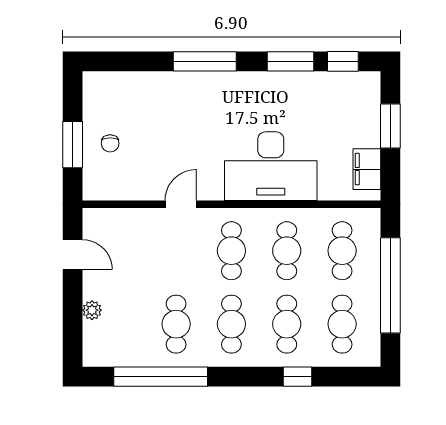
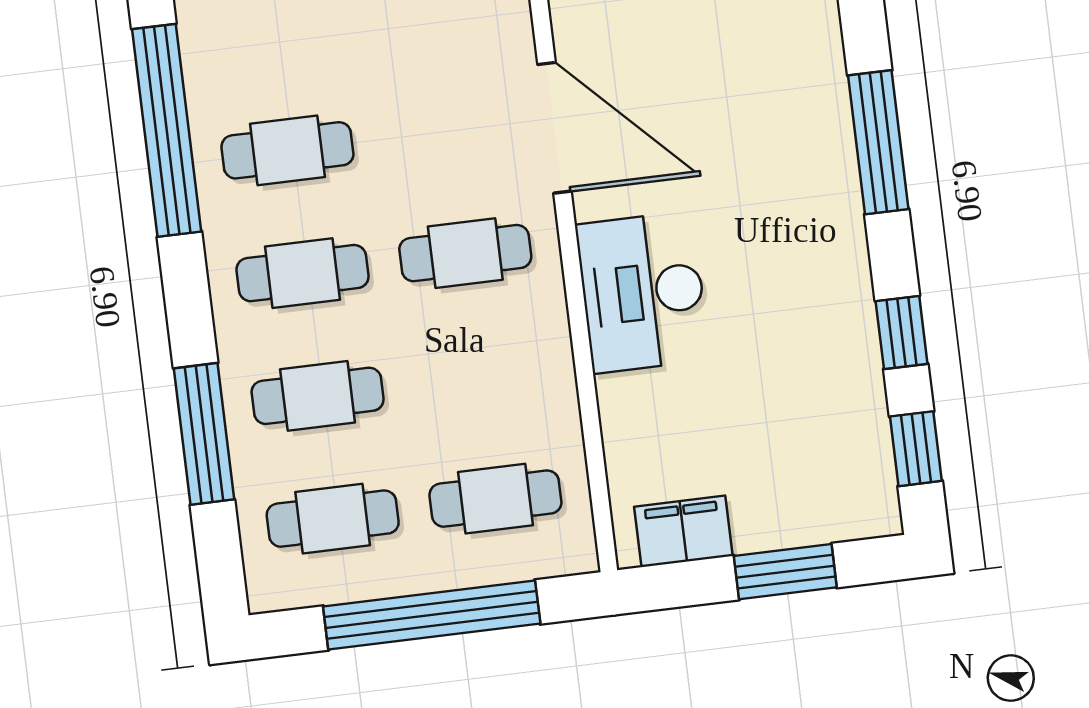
window: (290, 61) -> (902, 332), width x0.67
desk: (271, 166) -> (643, 292), width x0.73, depth x0.77
door: (181, 204) -> (554, 128), width x1.87
cafe table: (287, 251) -> (480, 376), removed
window: (297, 377) -> (204, 434), width x2.17

